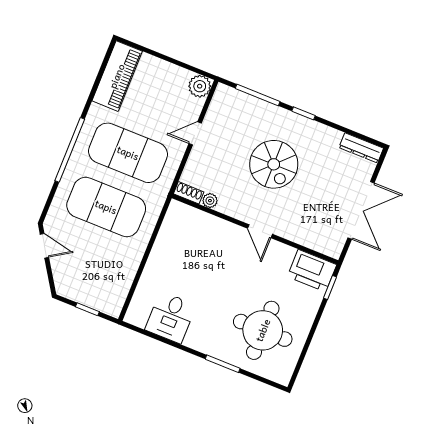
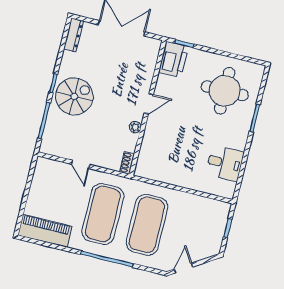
plant: (200, 86) -> (44, 166), removed
spiral stairs: (274, 164) -> (74, 96), moved
plant: (210, 201) -> (135, 127), moved

